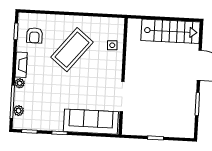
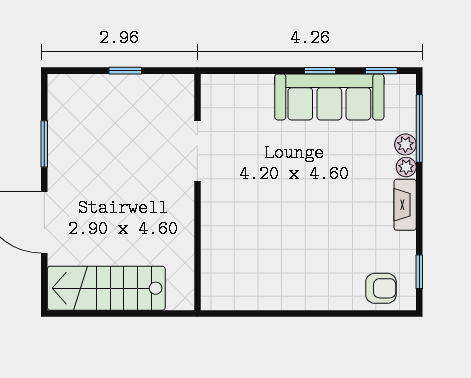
armchair: (34, 35) -> (381, 288), moved, turned 90
side table: (112, 45) -> (223, 254), removed
coffee table: (72, 50) -> (304, 241), removed
plant: (19, 111) -> (405, 144), moved
sofa: (91, 122) -> (329, 97), moved

